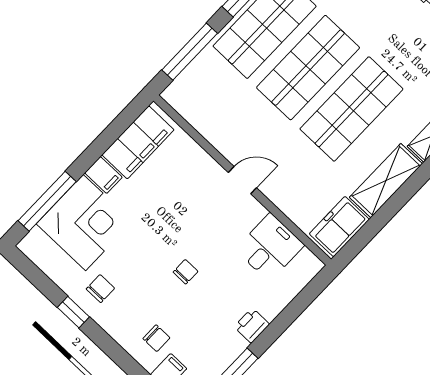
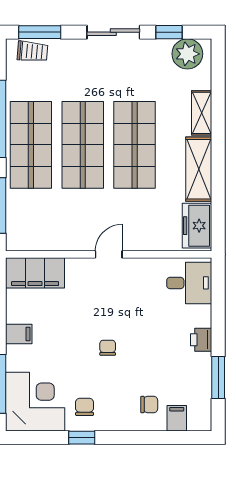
filing cabinet: (138, 142) -> (35, 273), moved, turned 90
corner desk: (84, 223) -> (35, 402), moved
desk: (270, 247) -> (189, 283), moved, turned 90
chair: (186, 272) -> (108, 348), moved

